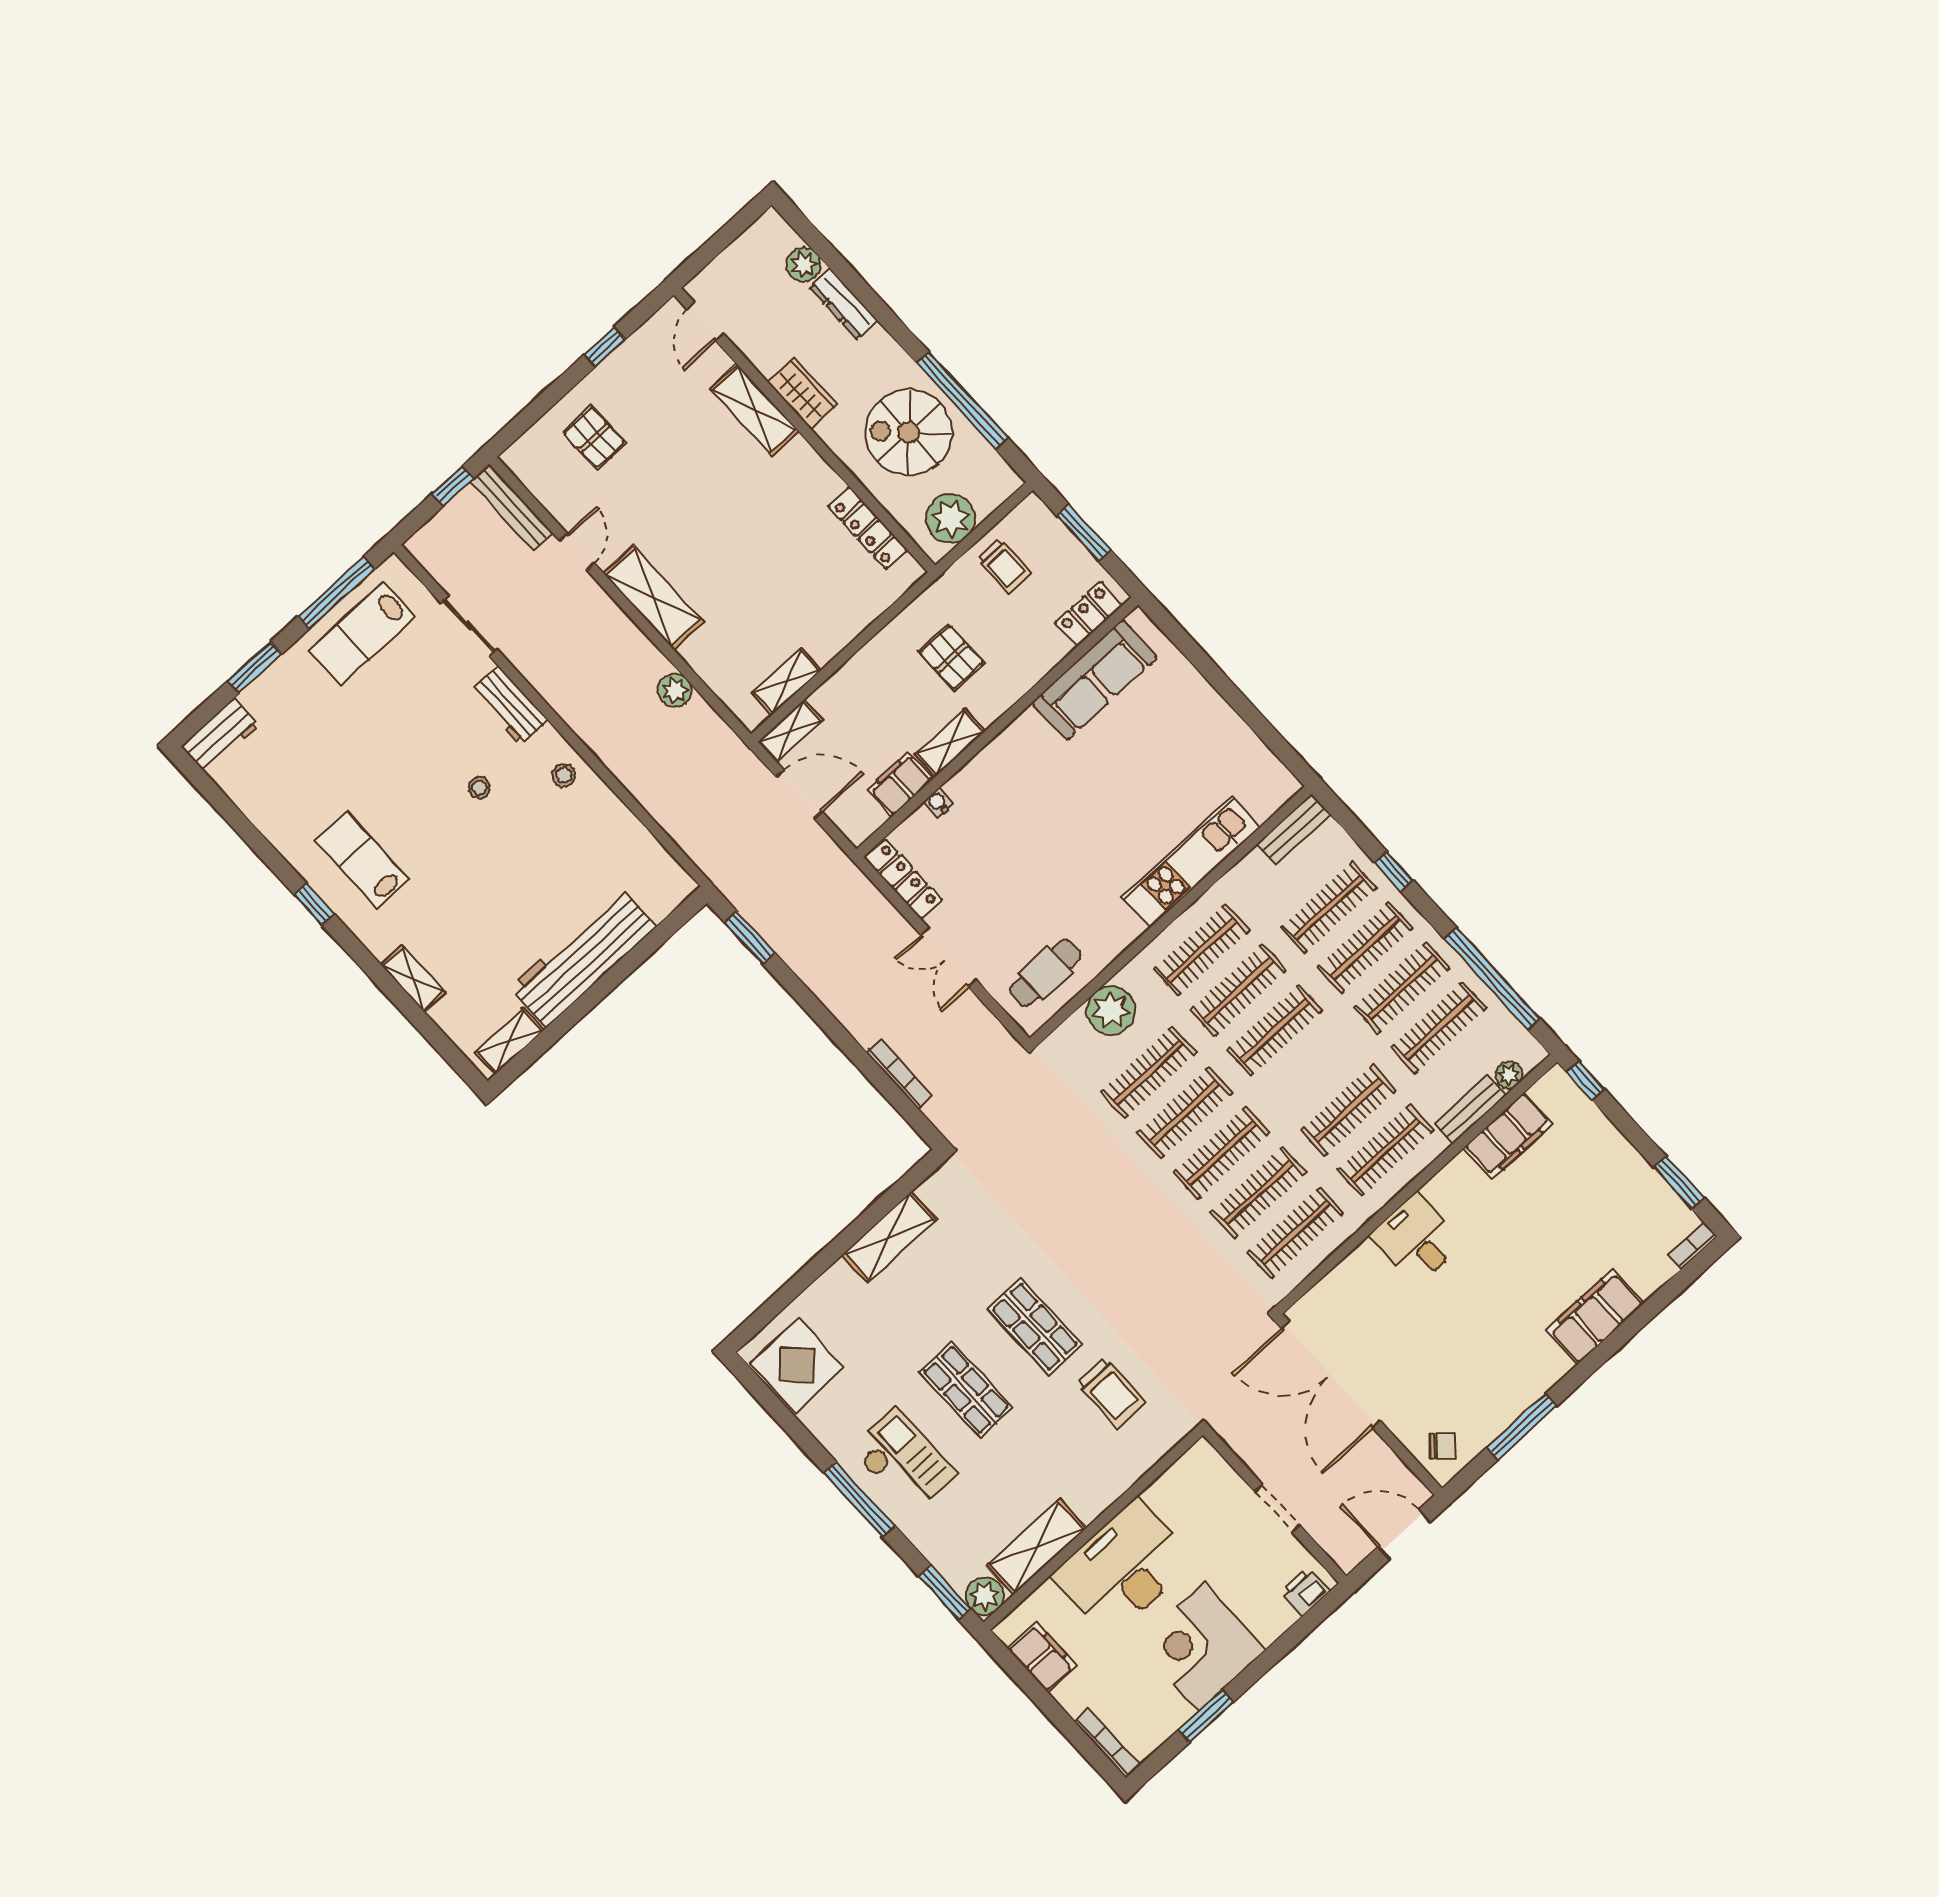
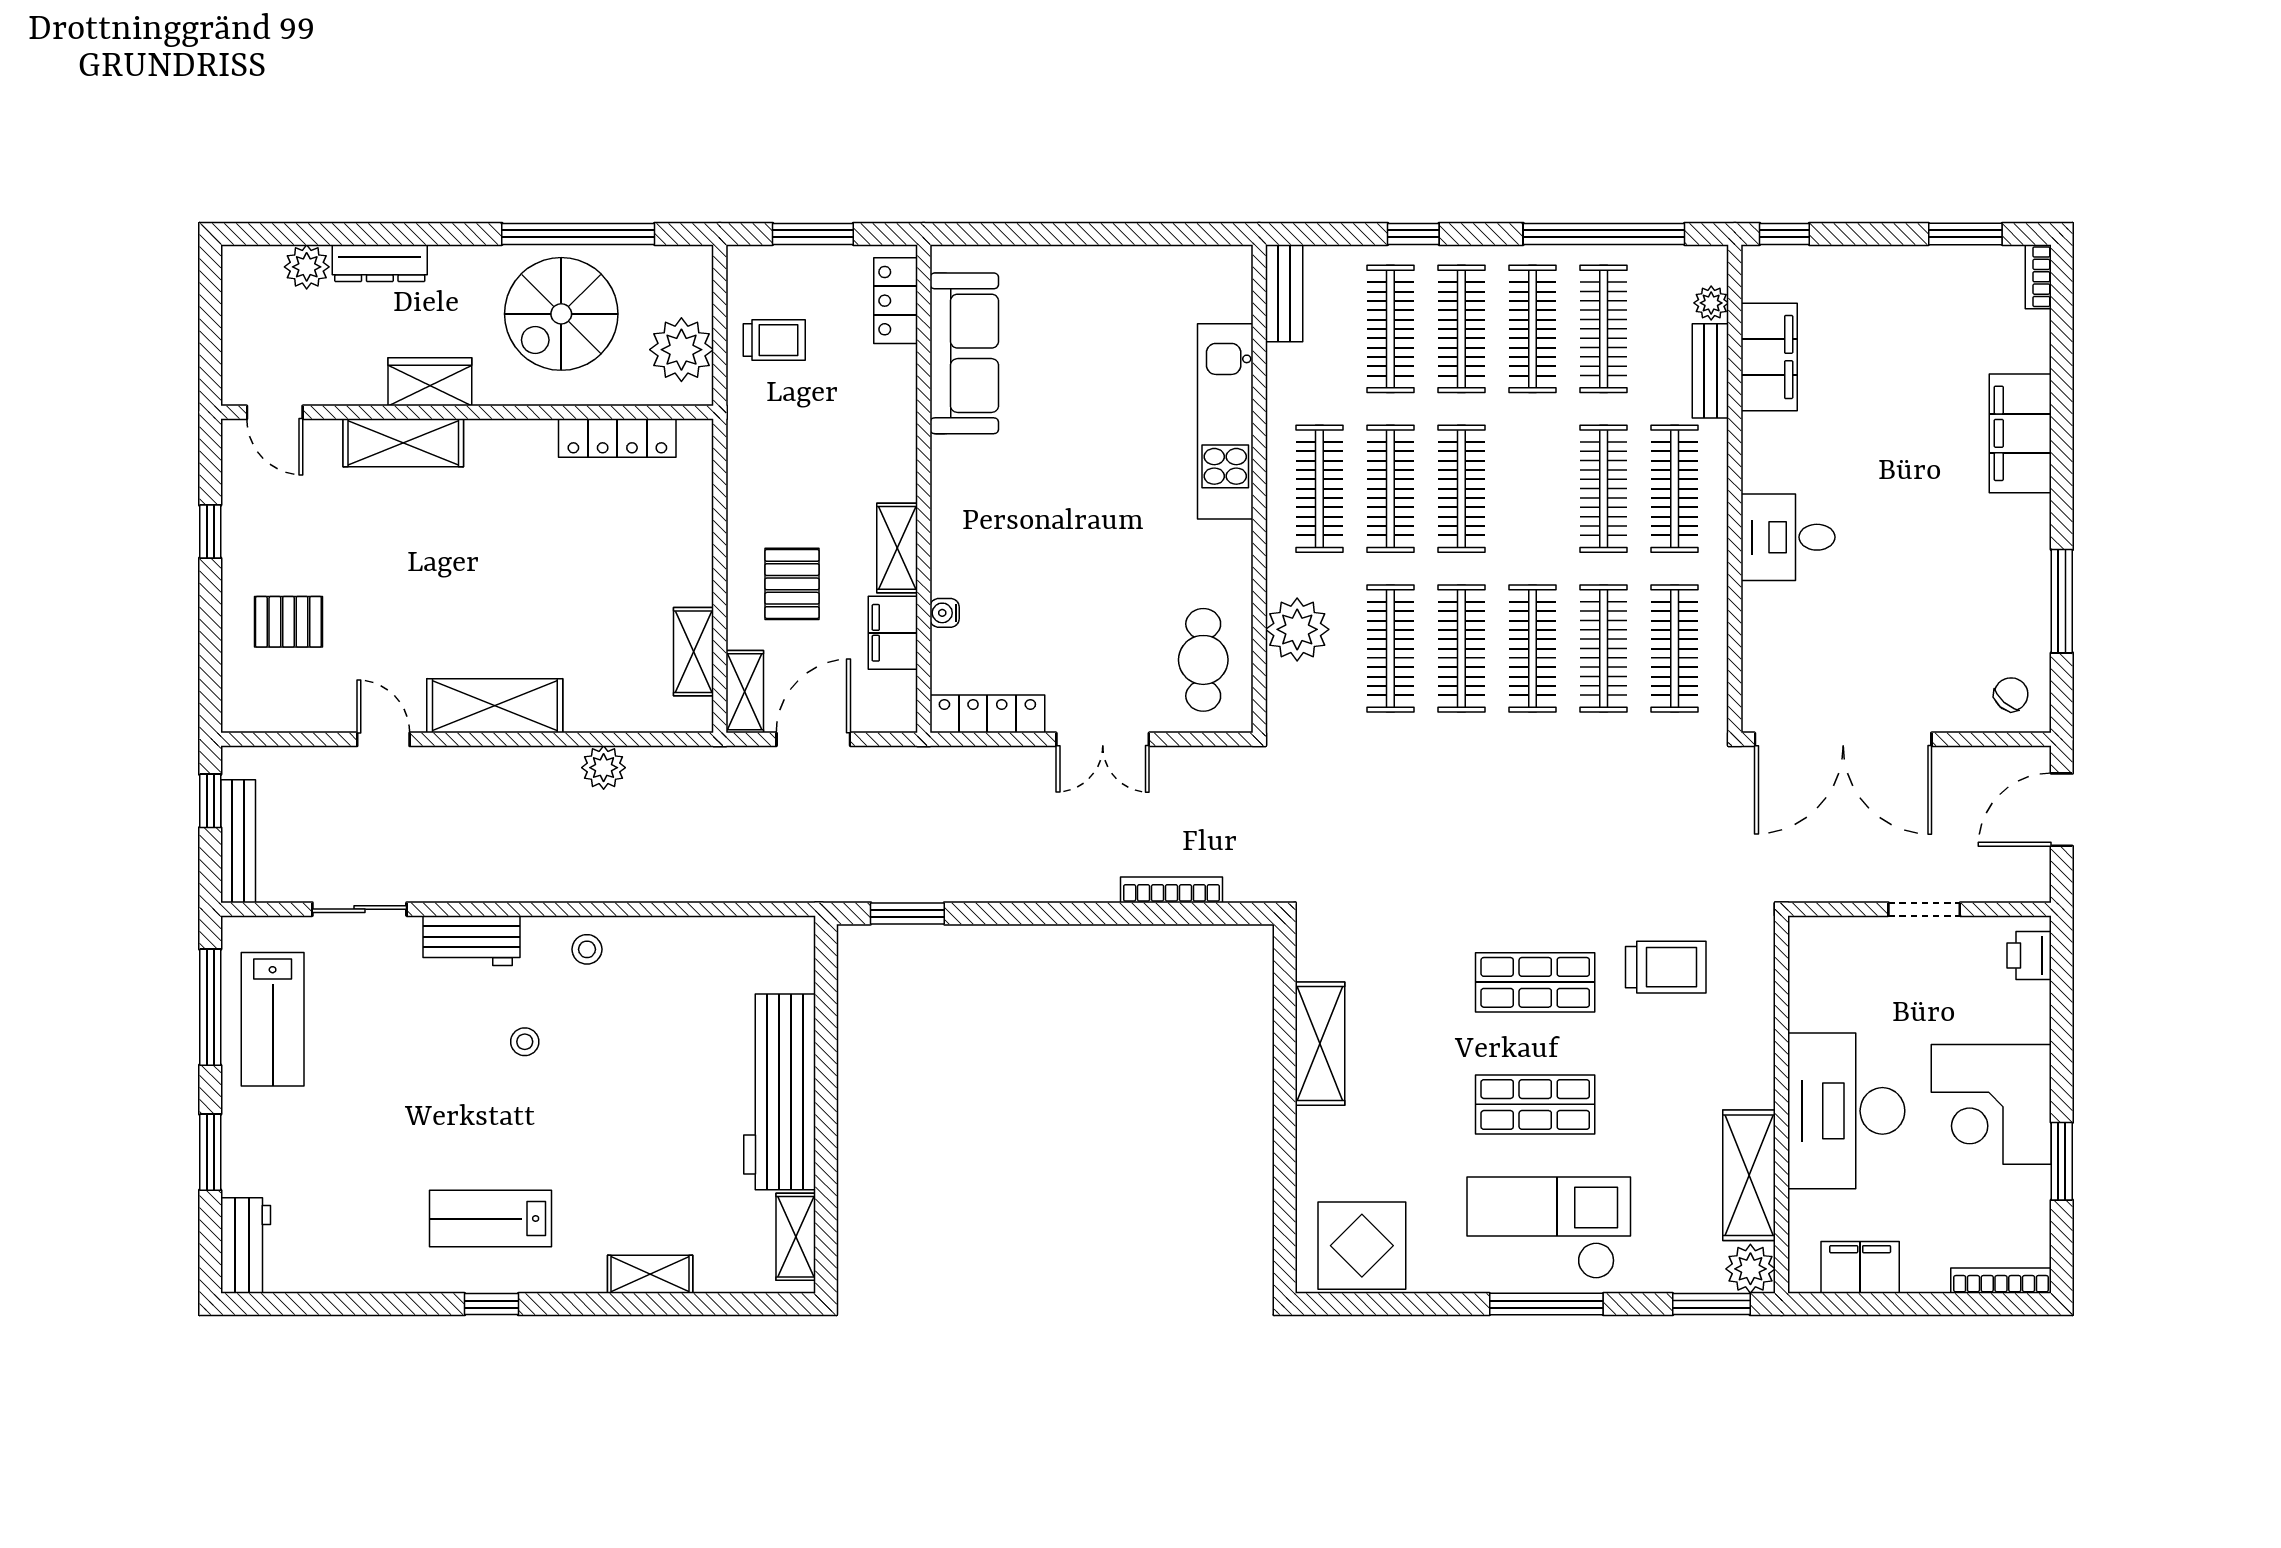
bench: (511, 507) -> (238, 841), moved, turned 90
pallet: (952, 658) -> (792, 584), moved, turned 90
checkout: (904, 1461) -> (1549, 1228), width x1.36, depth x1.21

